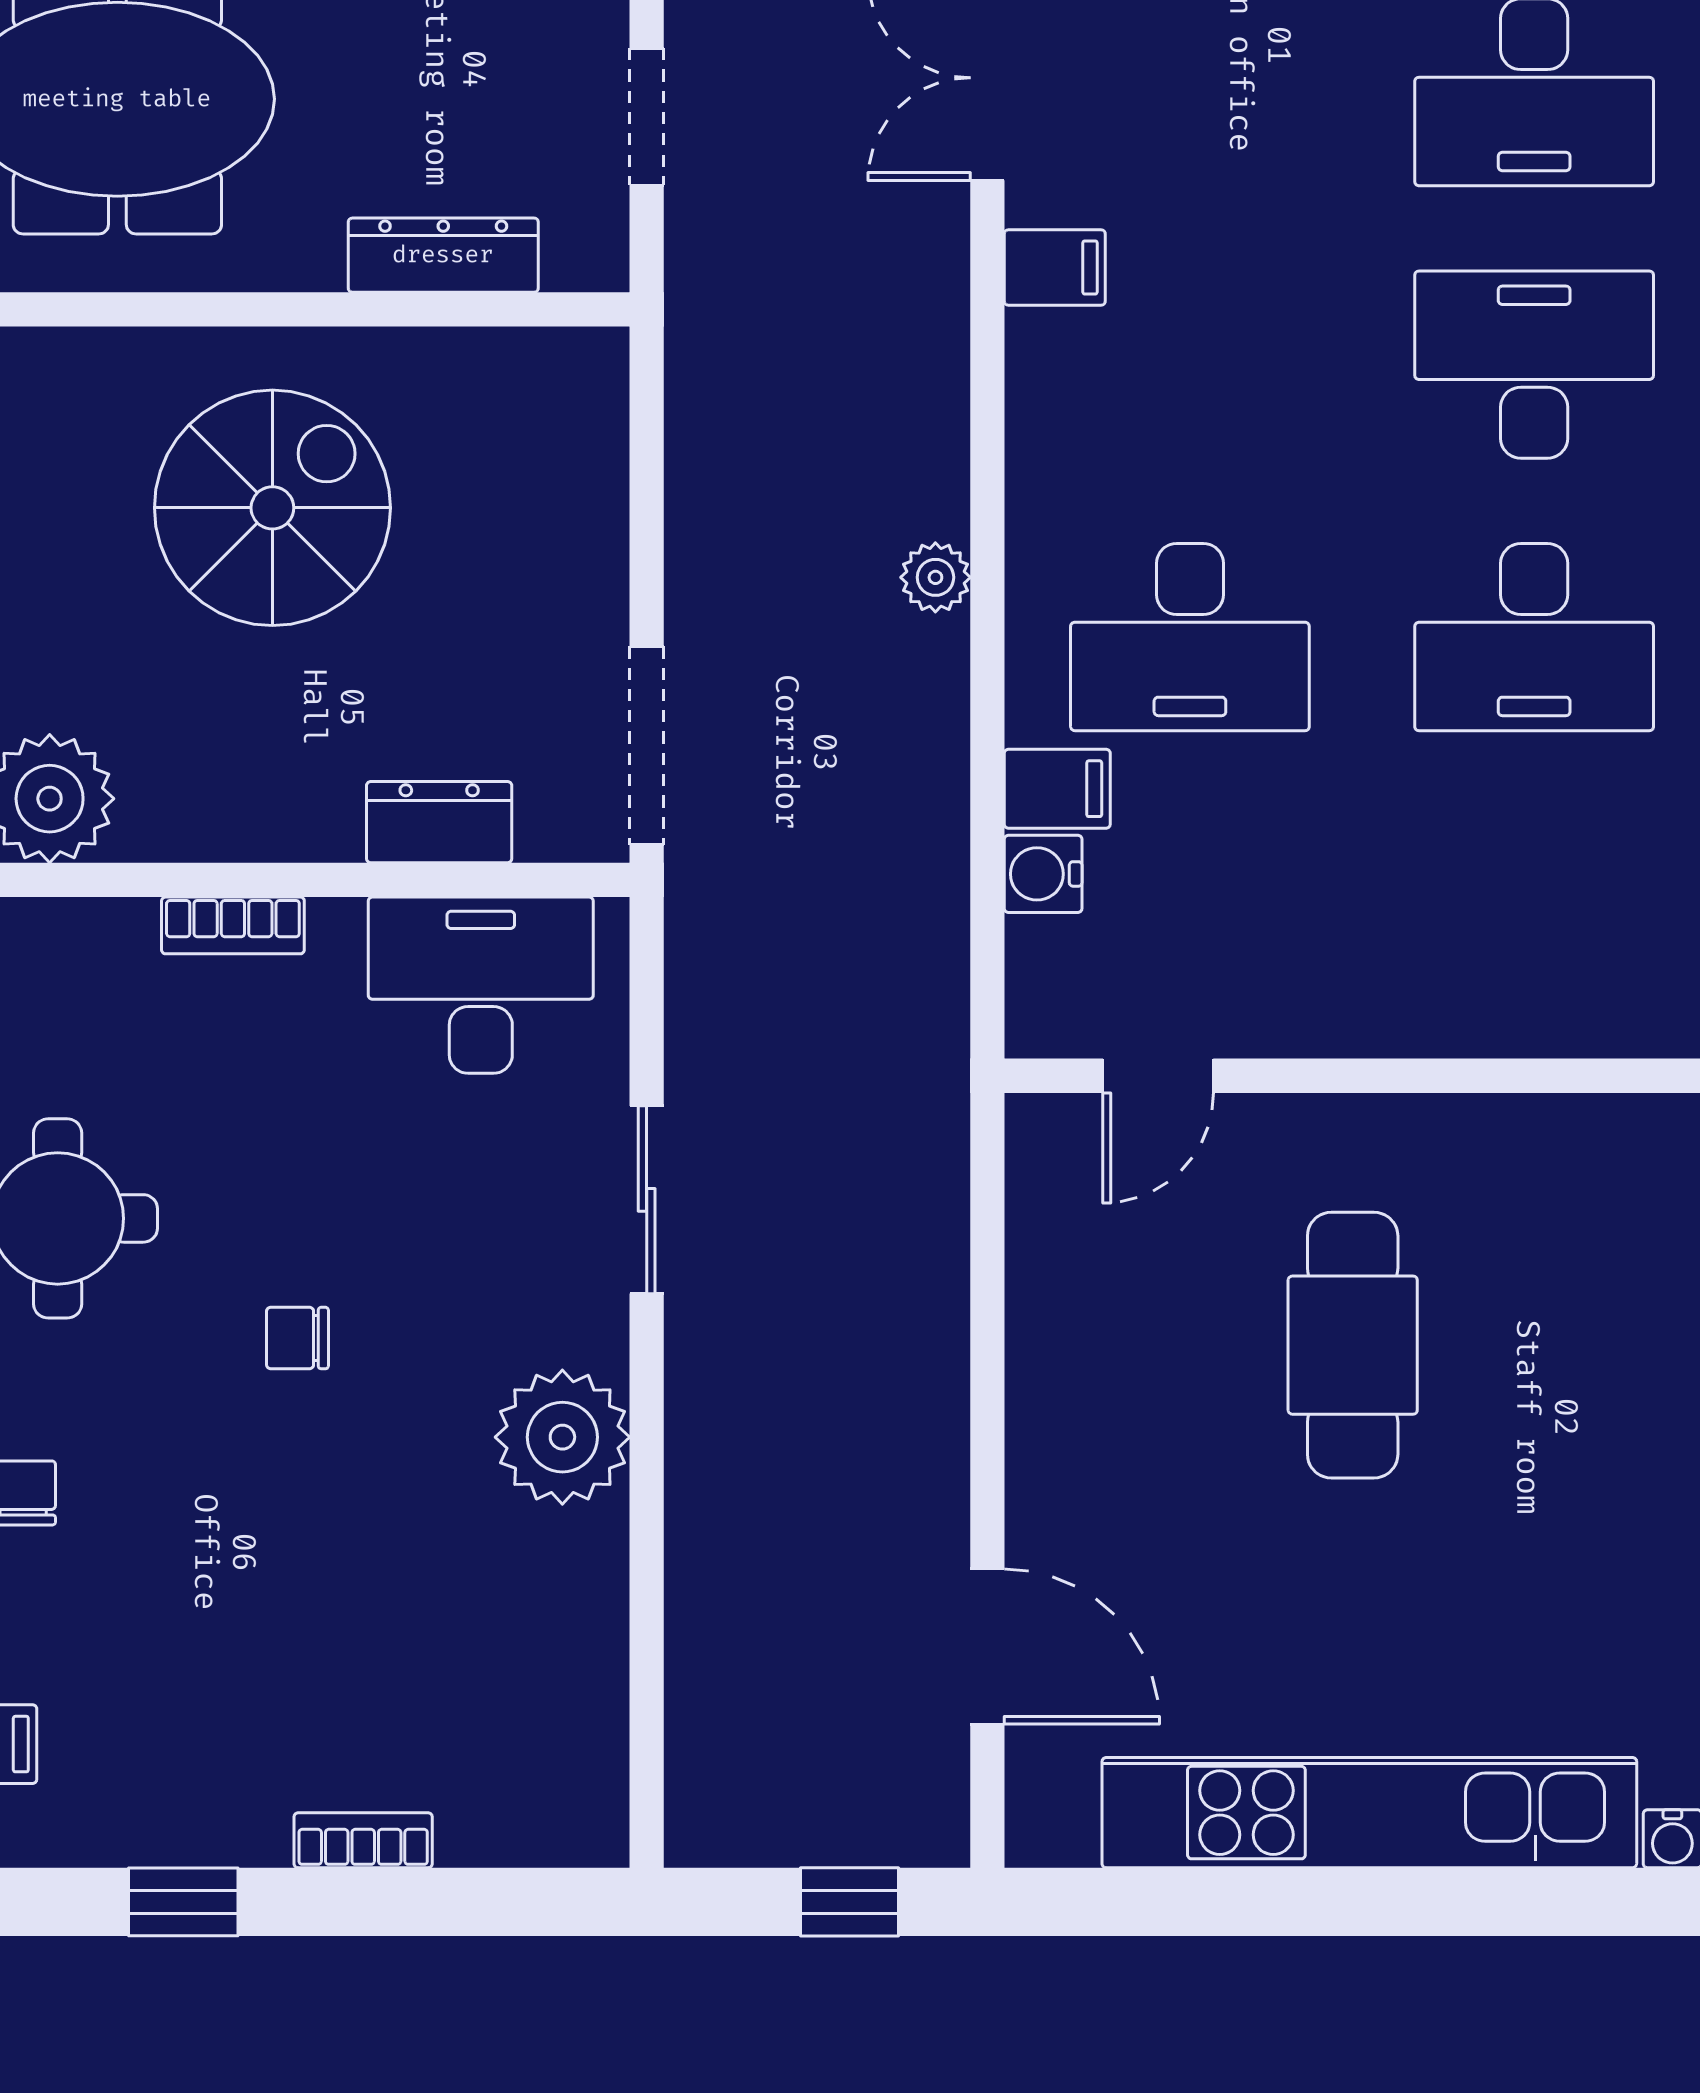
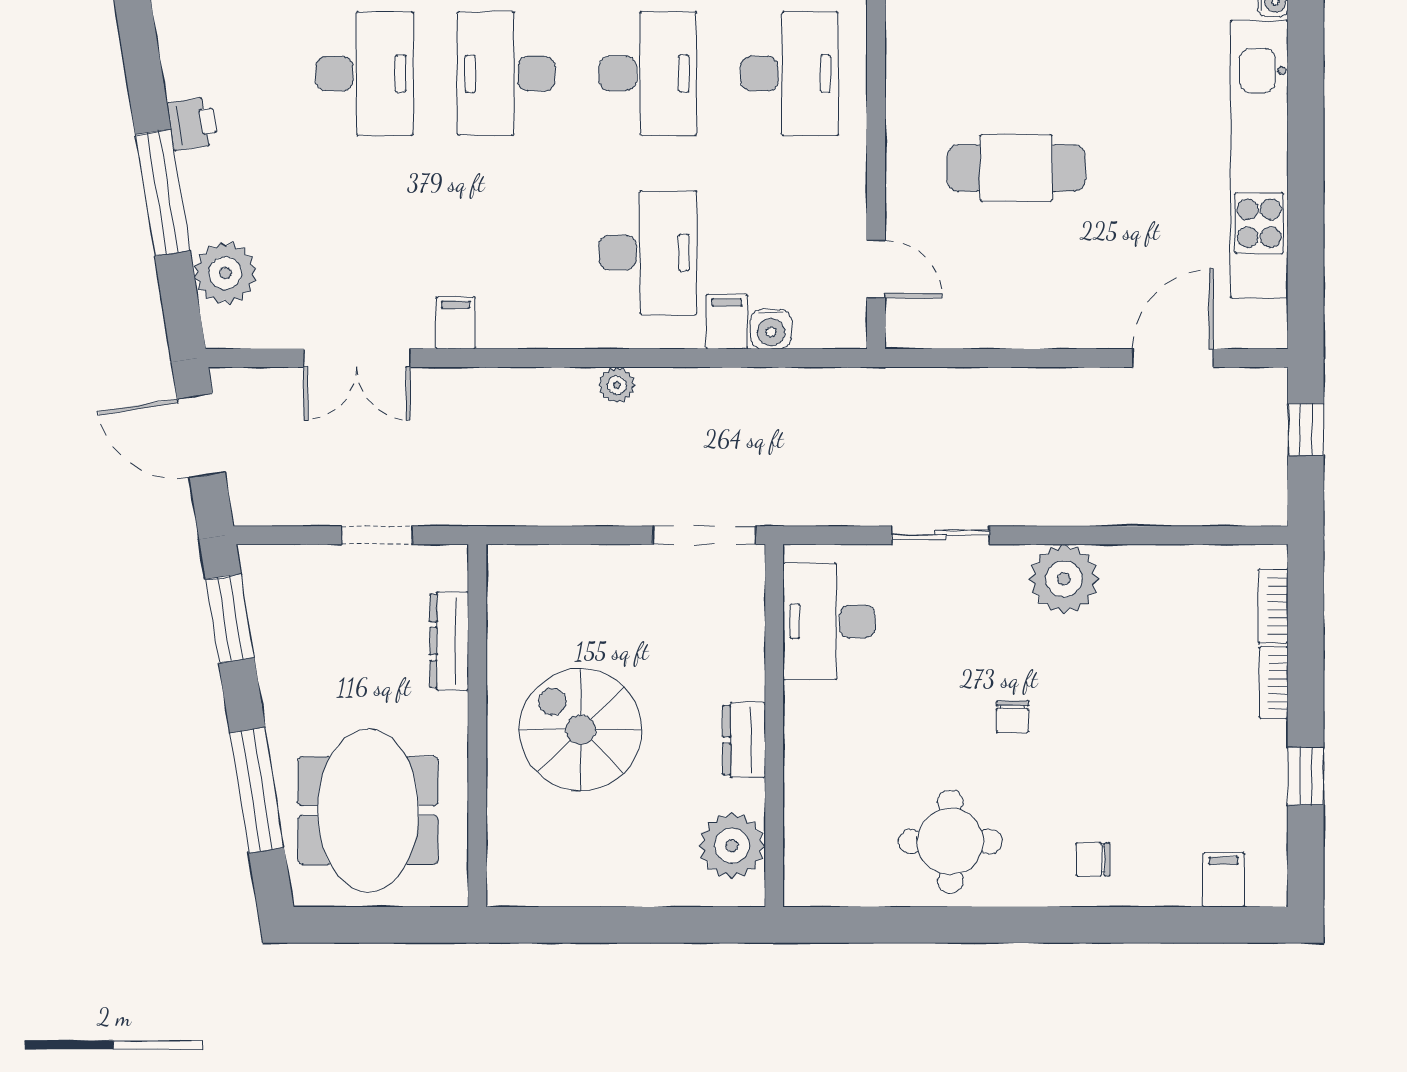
dresser: (439, 822) -> (744, 740), moved
desk: (1534, 910) -> (790, 74), added
bookcase: (233, 925) -> (1273, 606), moved, turned 180

